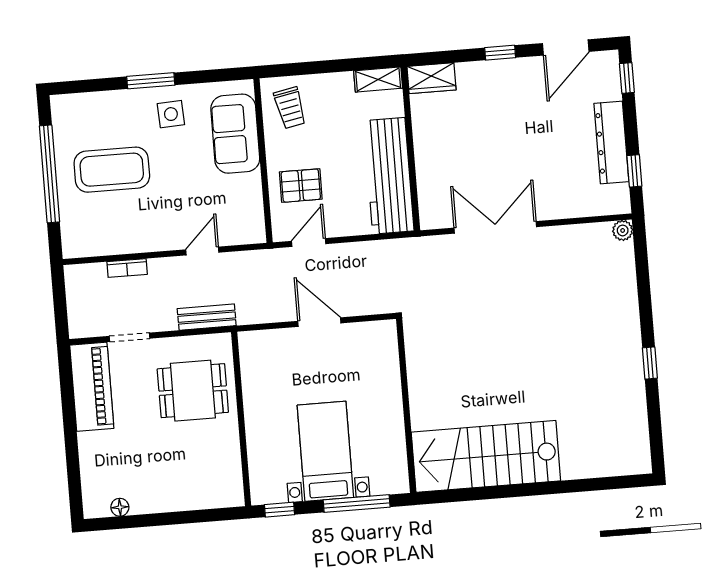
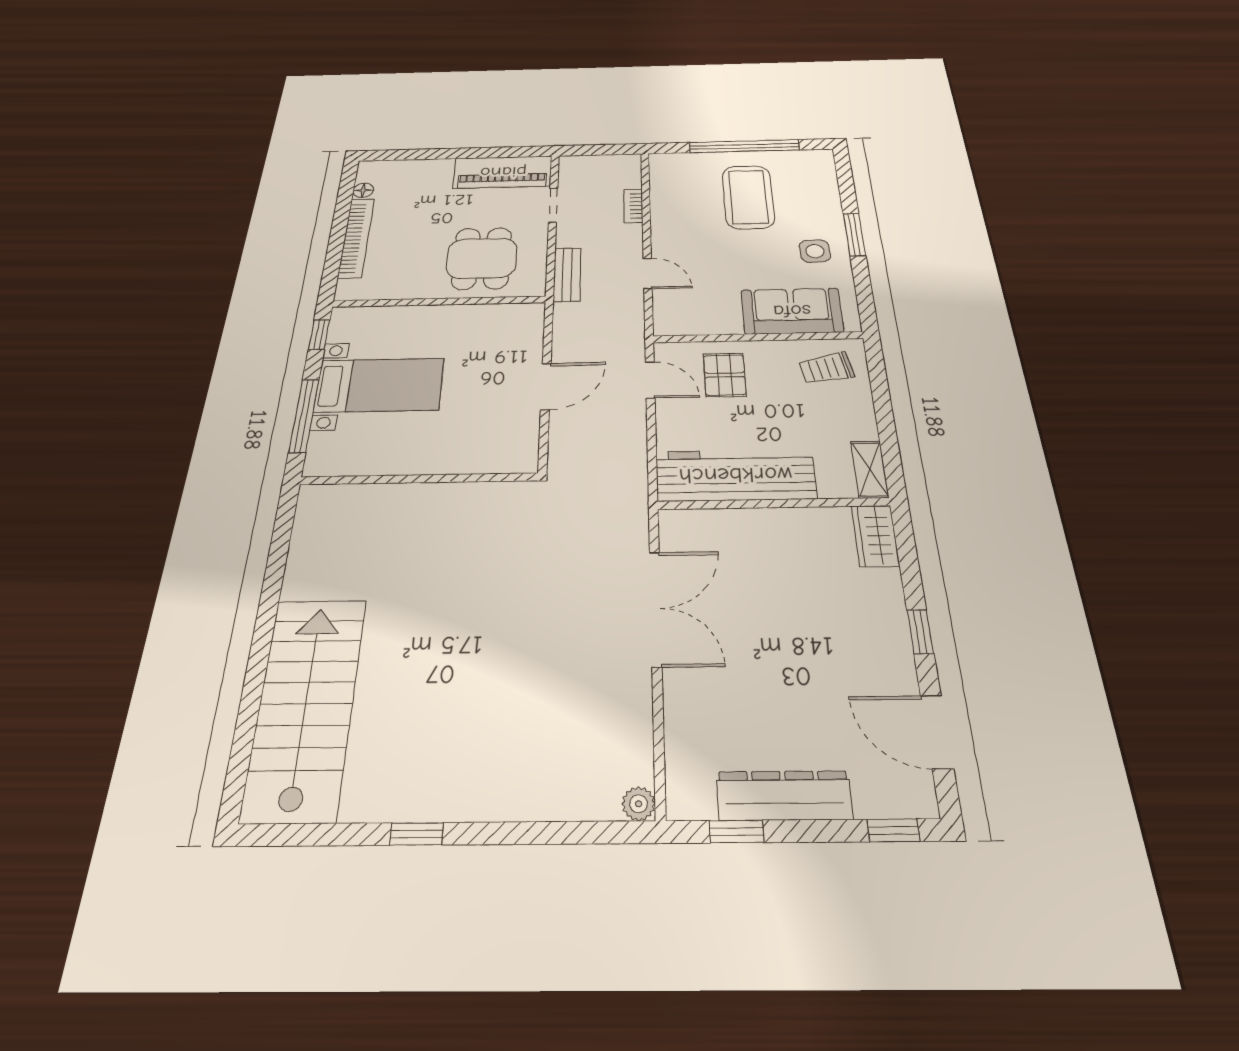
stairs: (486, 456) -> (305, 706), moved
bookcase: (175, 502) -> (356, 238), added

